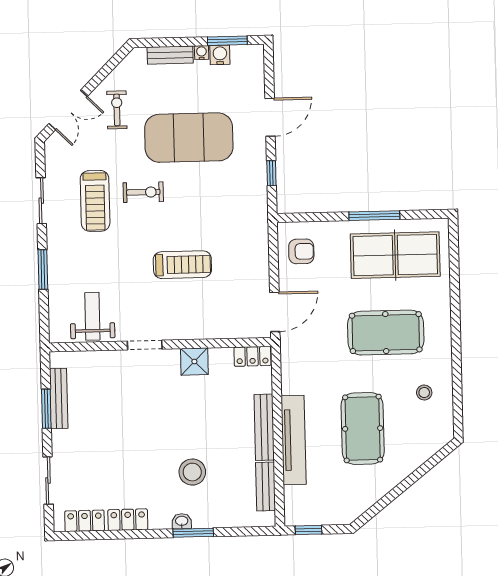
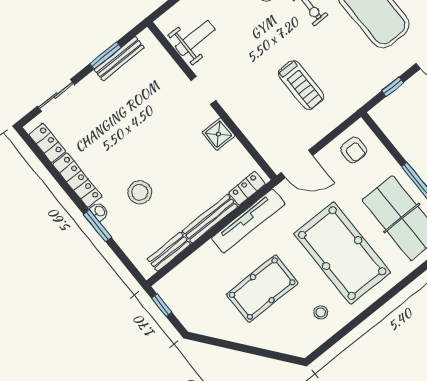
treadmill: (182, 265) -> (301, 85), moved
pool table: (386, 333) -> (342, 253), width x1.36, depth x1.32
locker: (252, 356) -> (247, 188), moved, turned 90
tv unit: (294, 440) -> (248, 221), moved
locker: (128, 520) -> (77, 180), width x1.53

